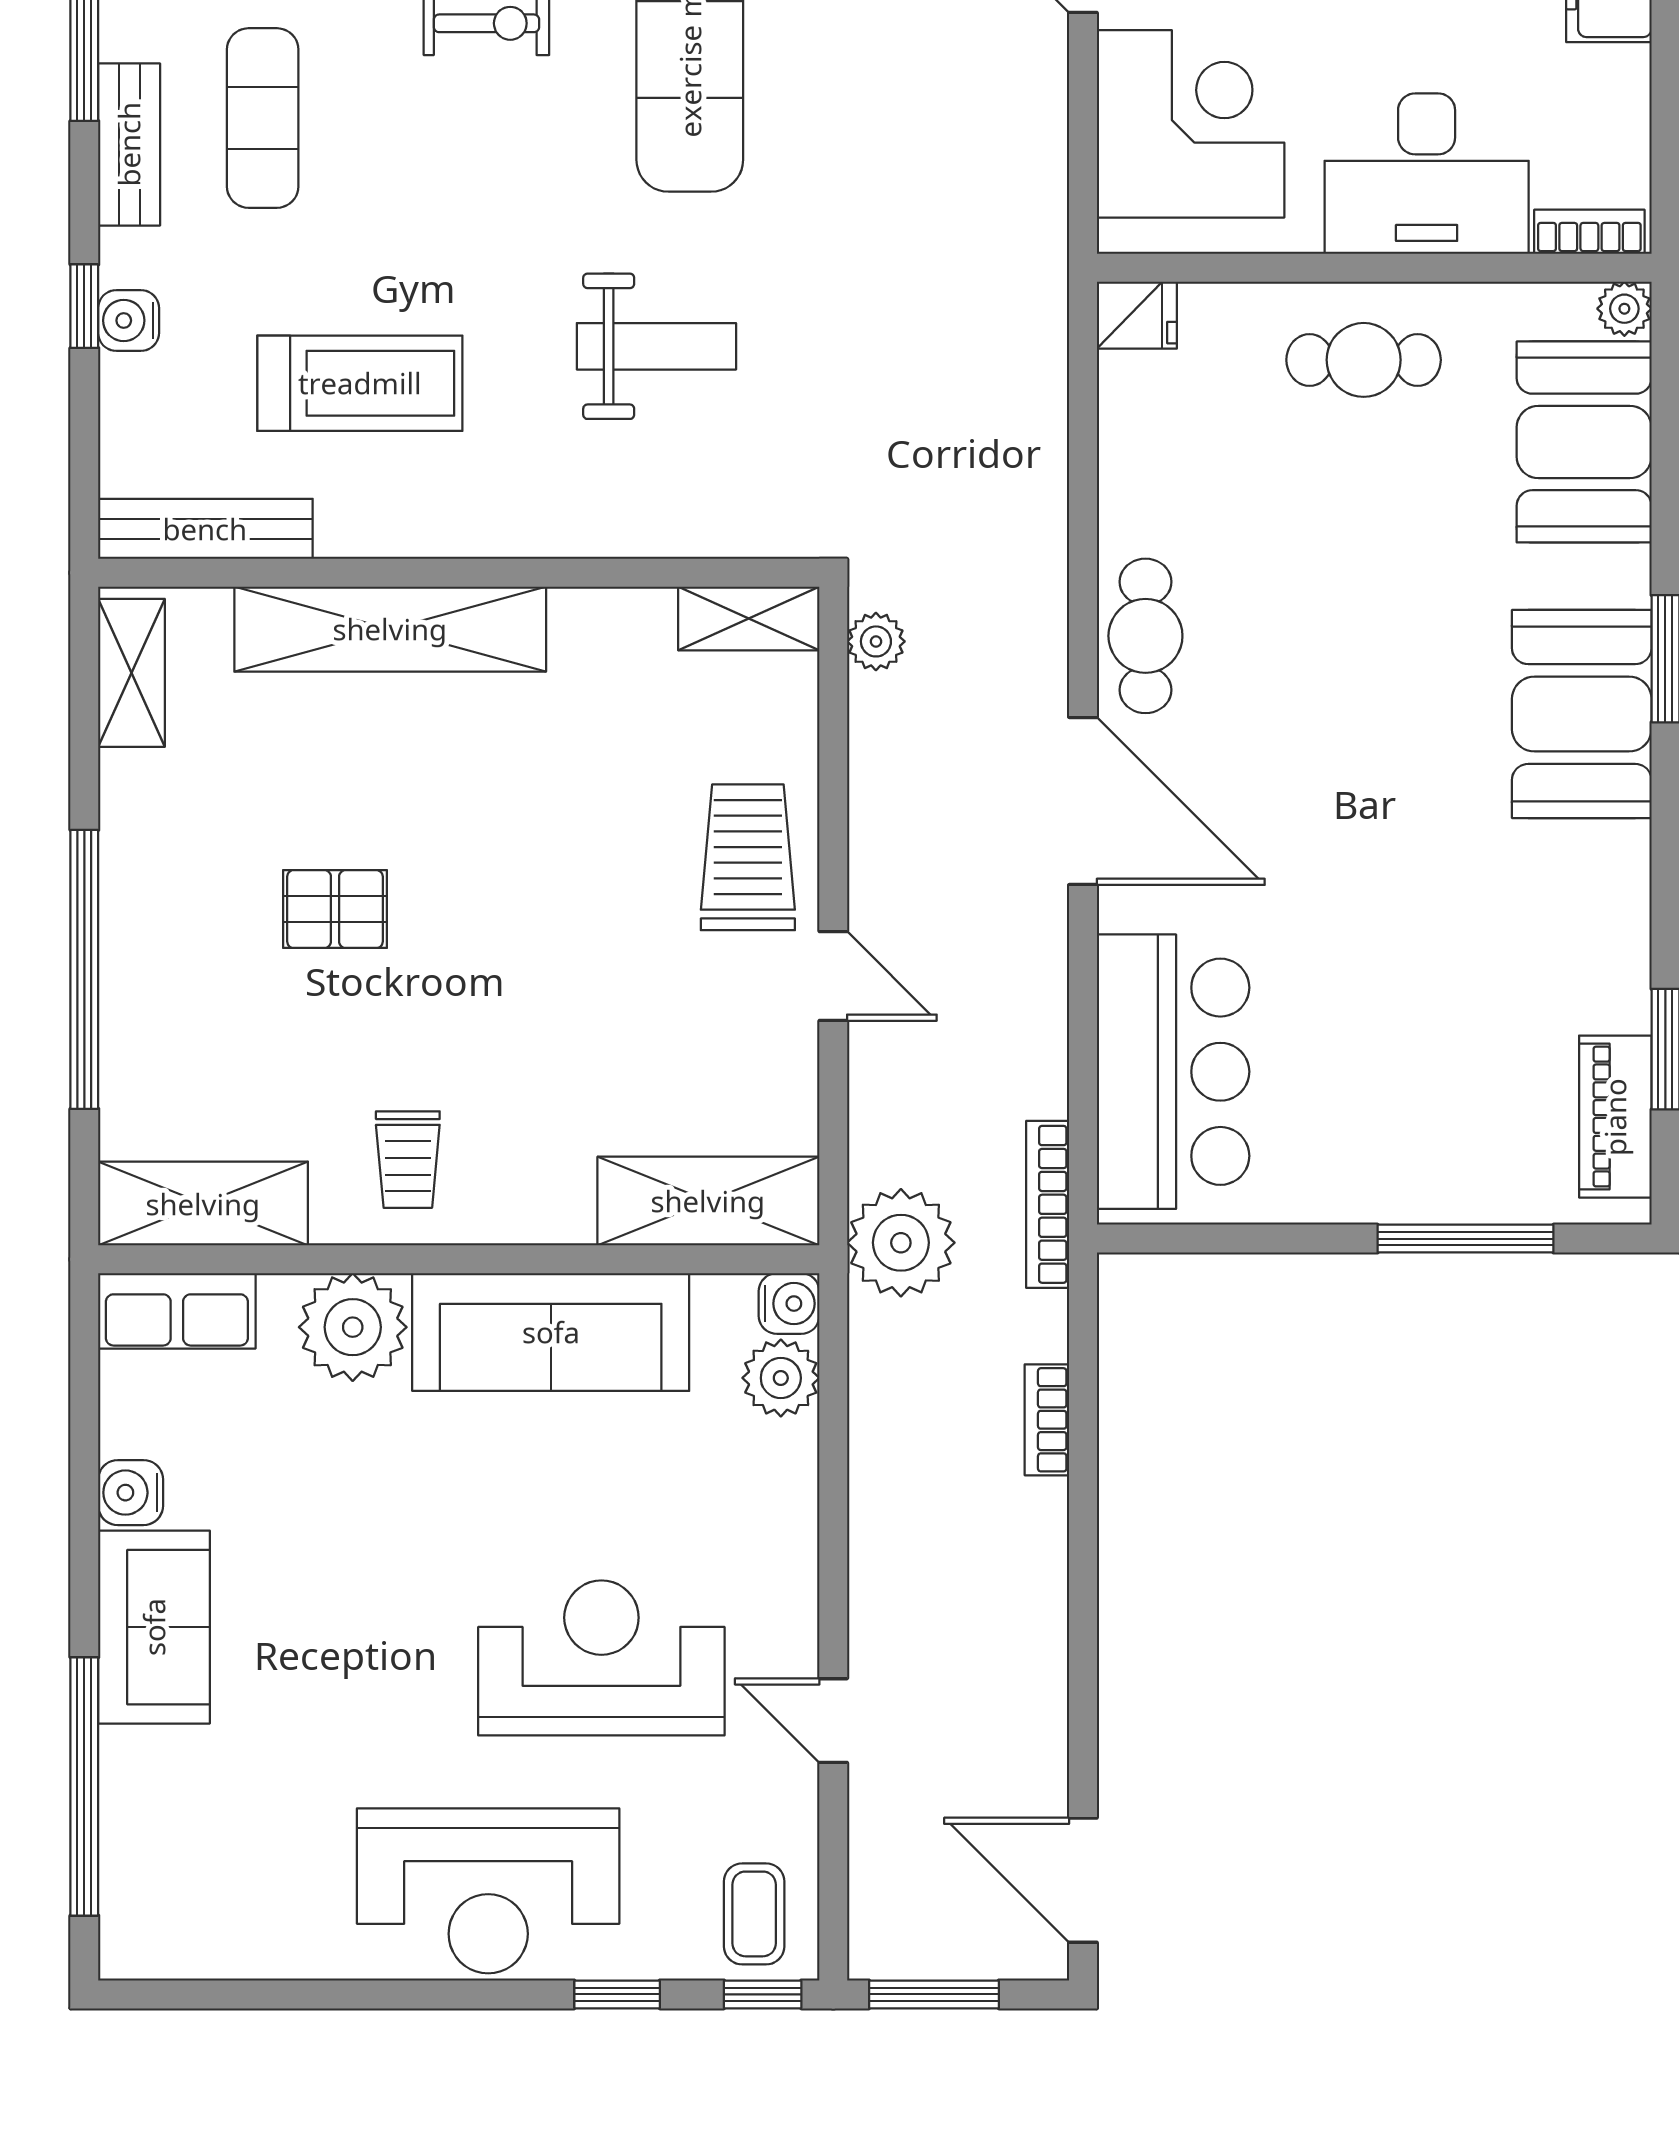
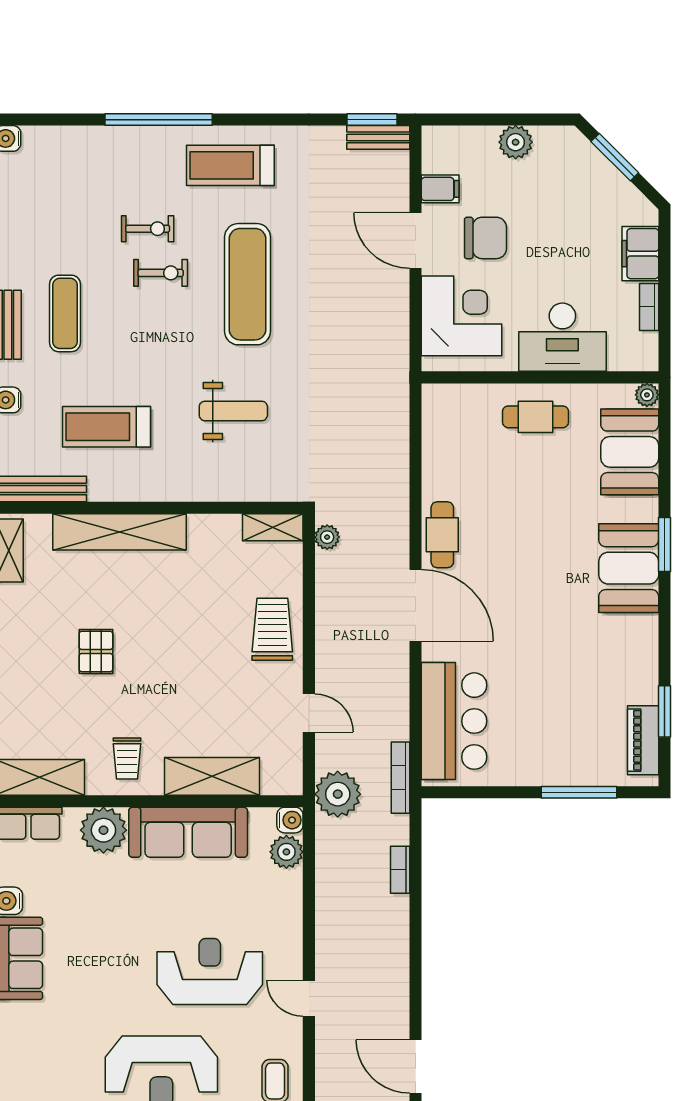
bookcase: (1589, 232) -> (649, 307), moved, turned -90
fridge: (1137, 315) -> (439, 398), removed
treadmill: (360, 383) -> (107, 427), turned 180
pallet: (335, 909) -> (96, 651), turned 90
door: (833, 976) -> (309, 713), moved
shelving: (708, 1201) -> (212, 776), moved

